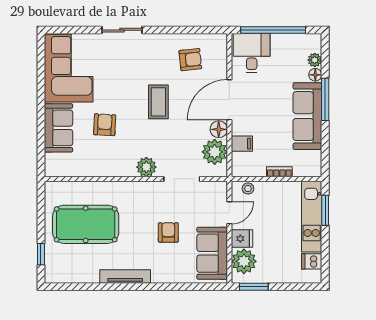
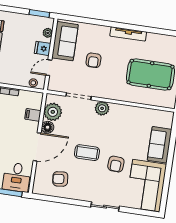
coffee table: (158, 102) -> (87, 153), turned 90
armchair: (105, 125) -> (116, 164), moved
plant: (244, 261) -> (48, 33), width x0.53, depth x0.53

